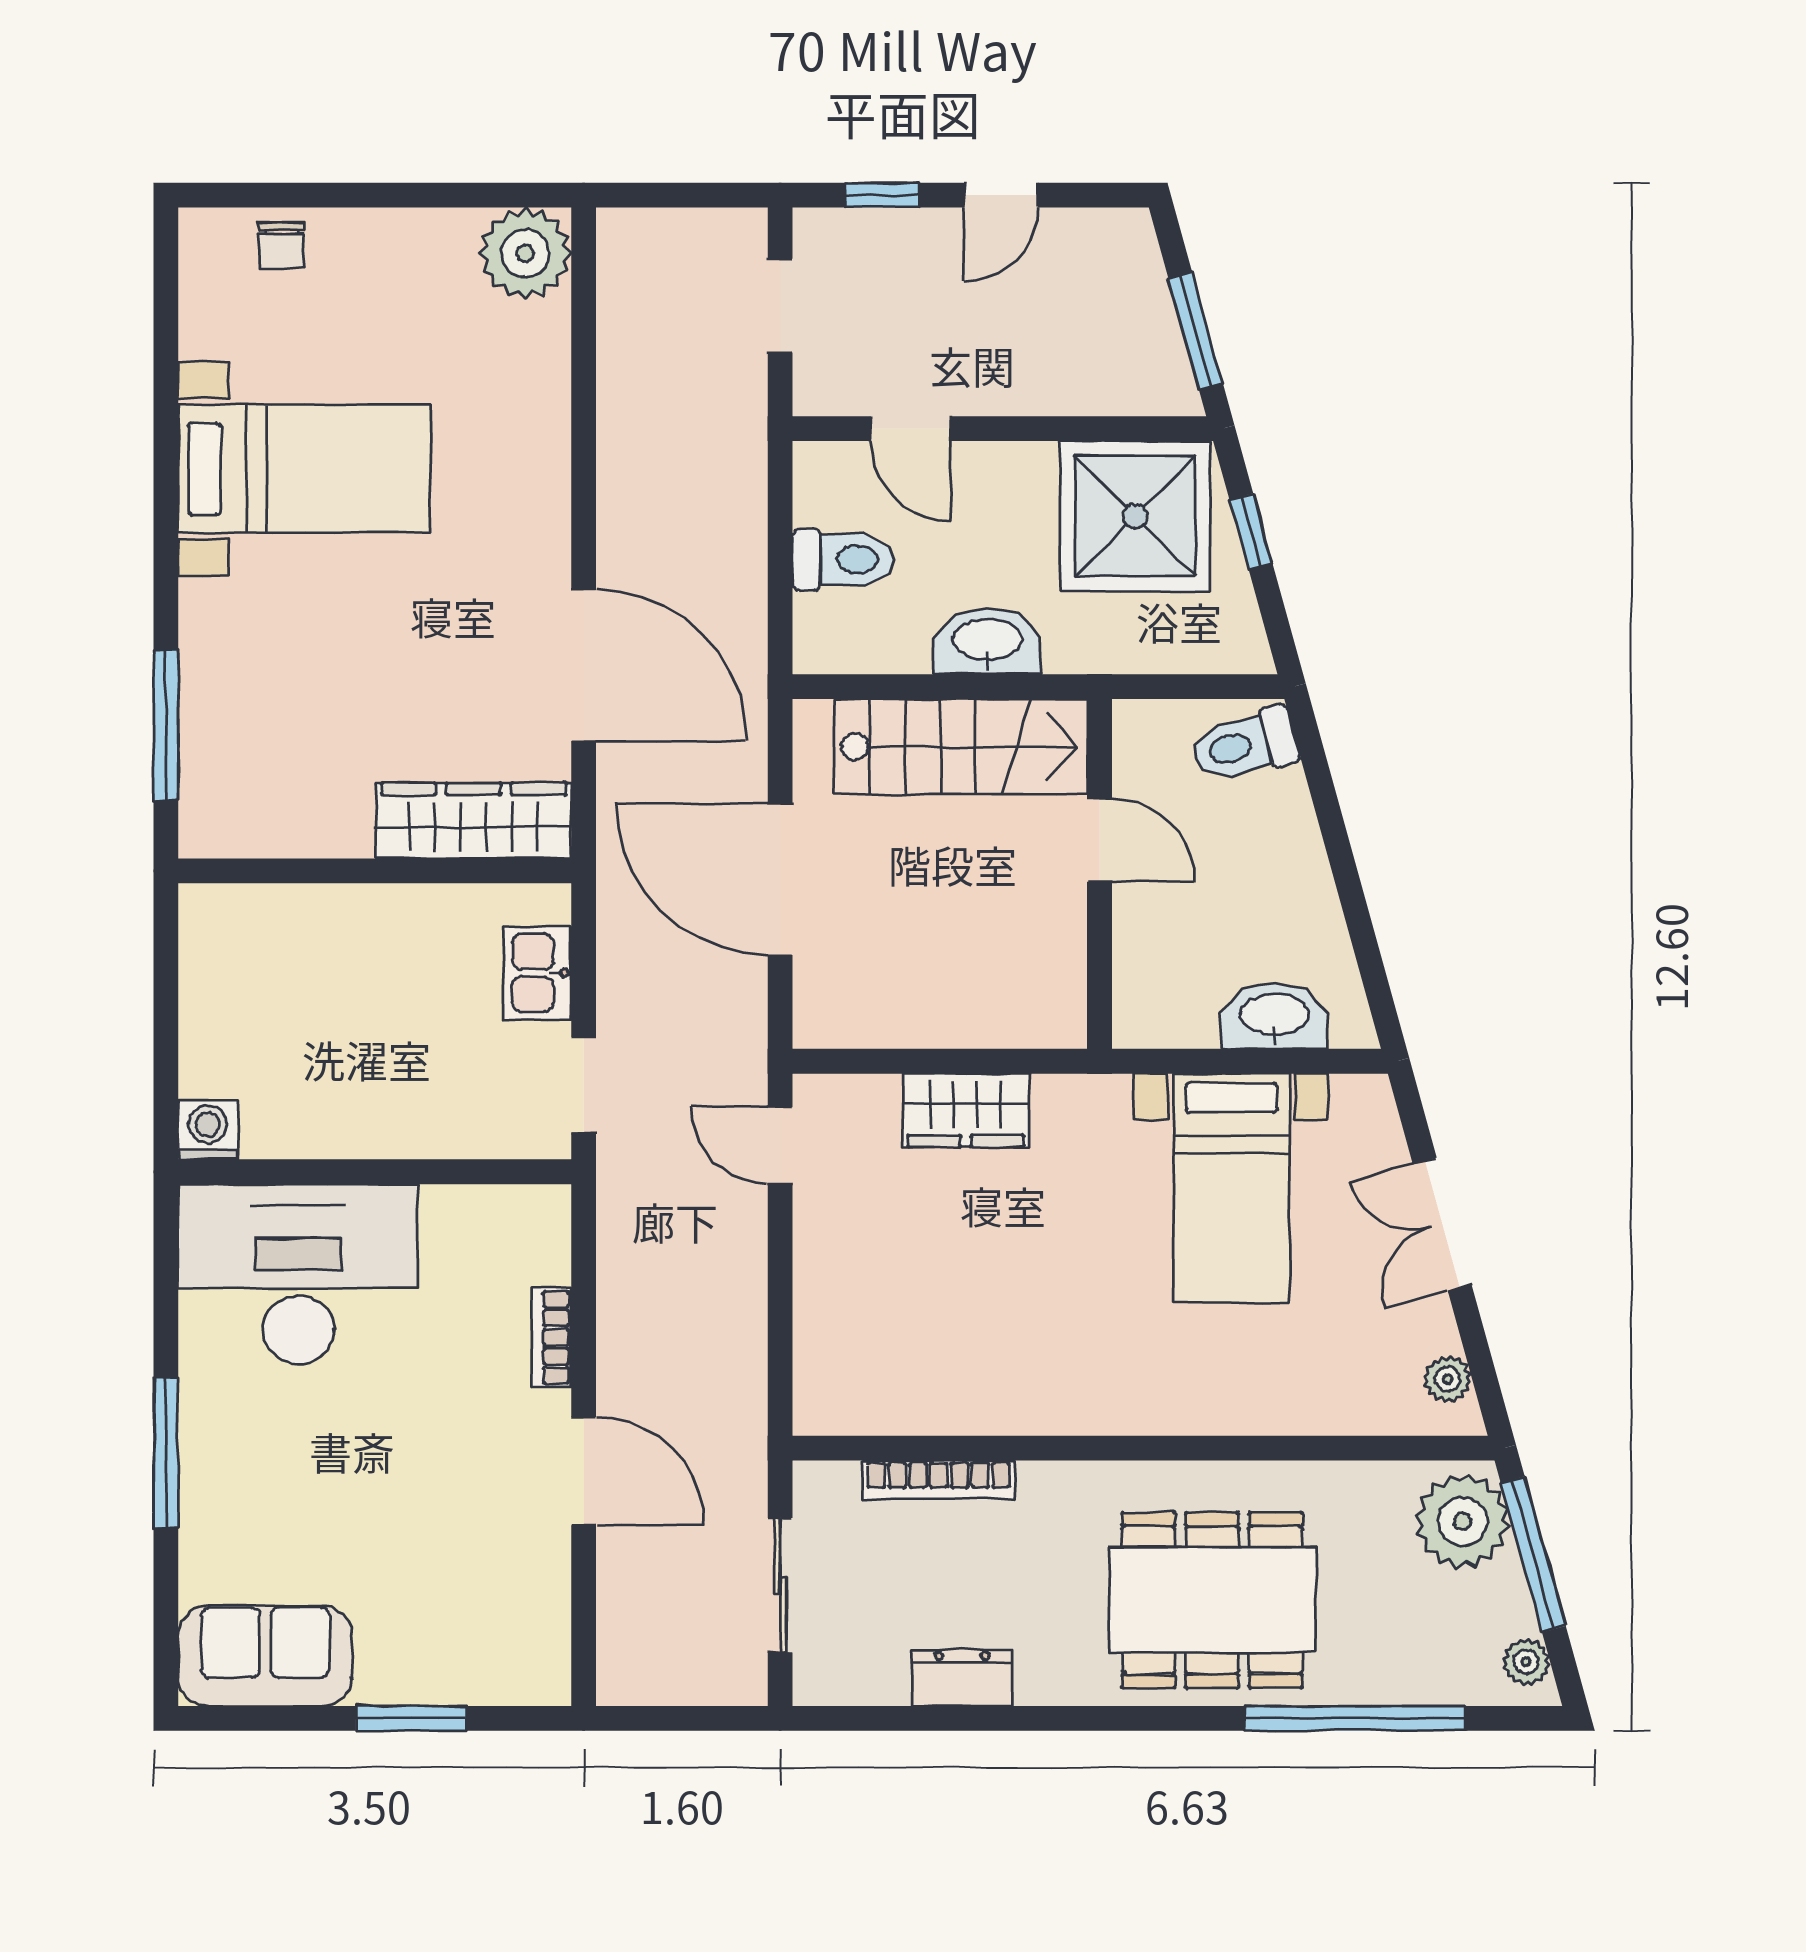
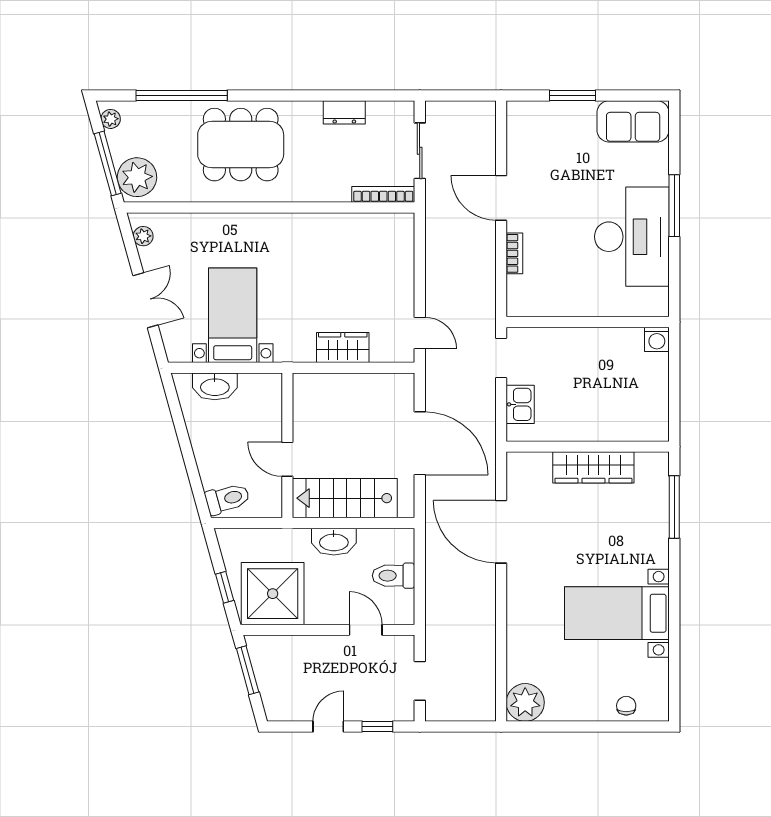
wardrobe: (474, 821) -> (593, 467), moved
desk: (298, 1274) -> (632, 237), moved, turned -90
bookcase: (939, 1480) -> (383, 194), moved

